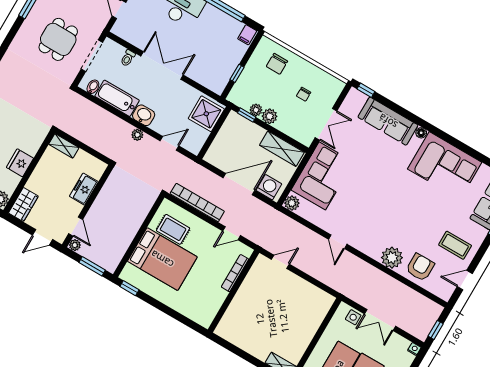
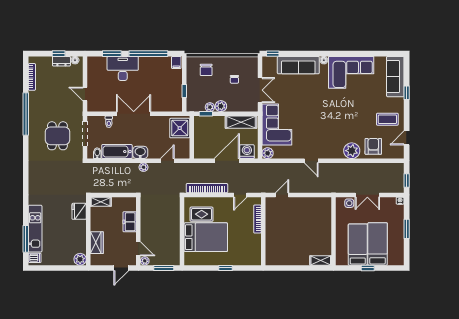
fridge: (20, 163) -> (79, 211), moved
wardrobe: (23, 205) -> (97, 243), moved
window: (129, 288) -> (225, 268), moved

